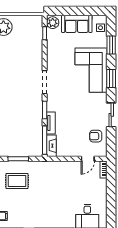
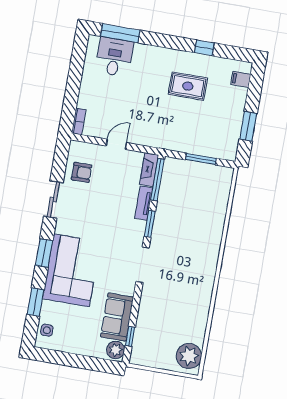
sofa: (77, 24) -> (117, 317), moved, turned -90
door: (88, 159) -> (116, 144), moved
rug: (17, 181) -> (188, 86), moved

